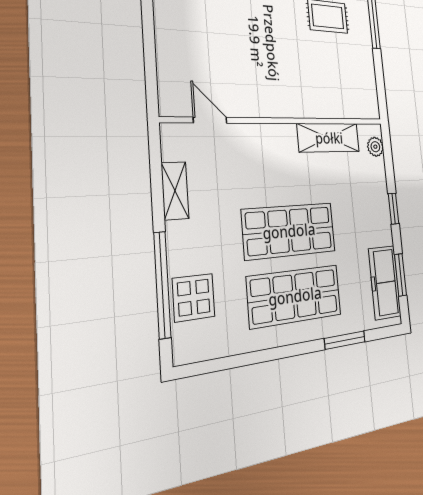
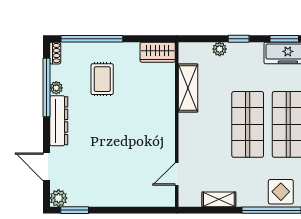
wardrobe: (367, 95) -> (158, 52), added
plant: (375, 147) -> (220, 49), moved

